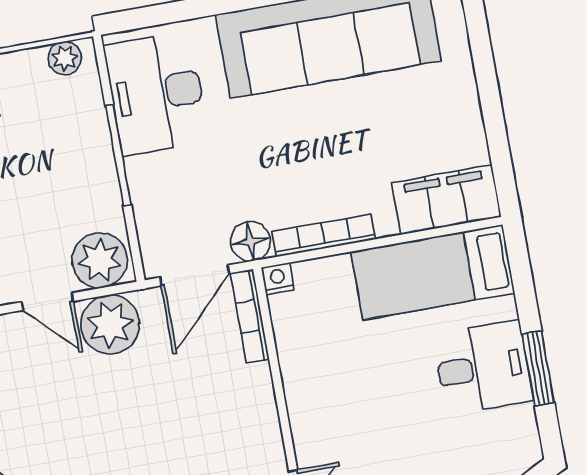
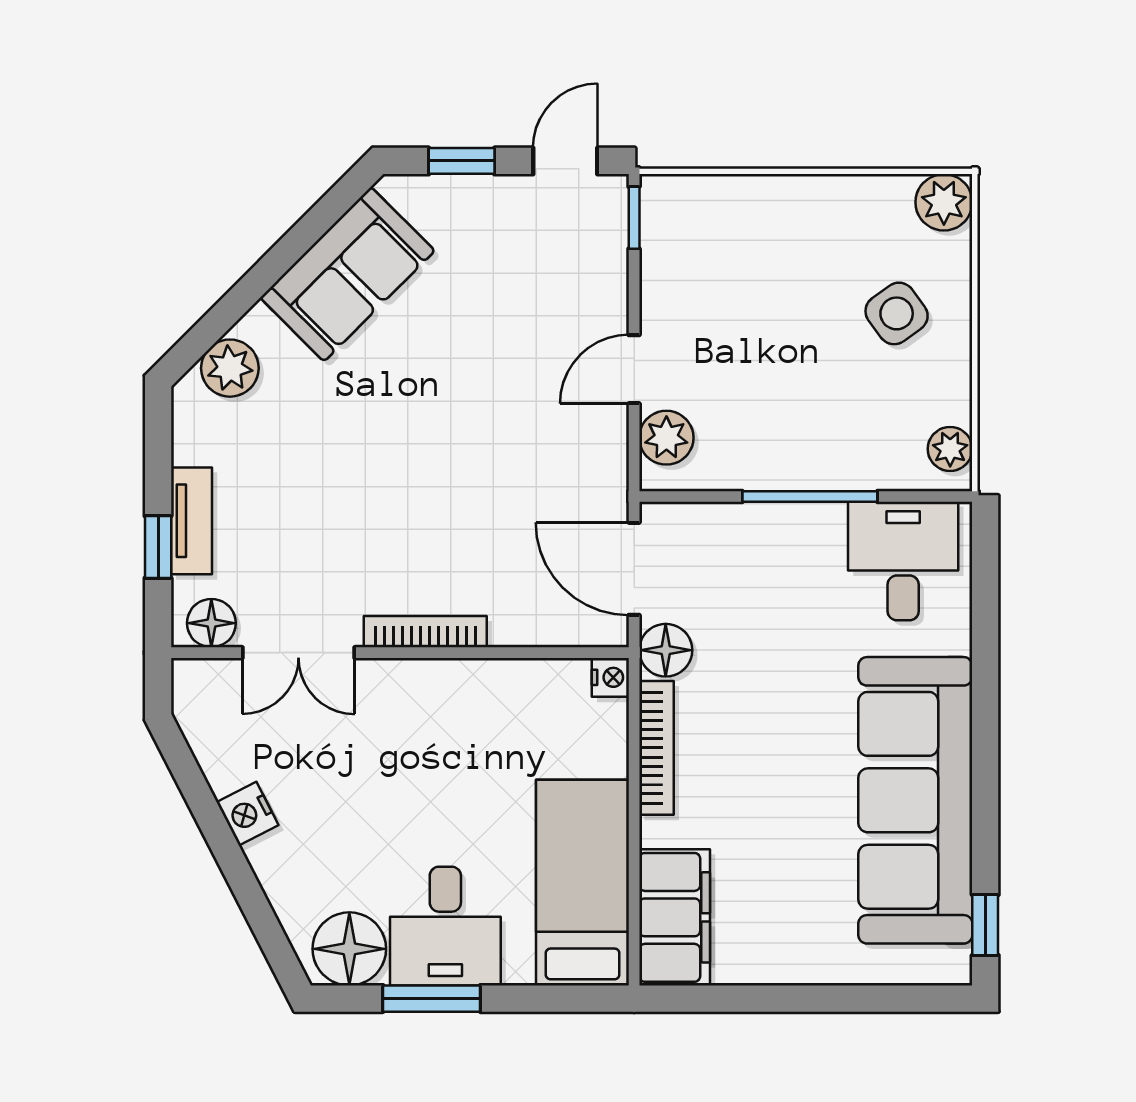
desk: (156, 93) -> (903, 561), width x0.73
plant: (100, 260) -> (666, 438), width x0.73, depth x0.73
bookcase: (250, 316) -> (425, 632), moved
plant: (110, 324) -> (589, 446), removed
floor lamp: (512, 435) -> (349, 949), added

